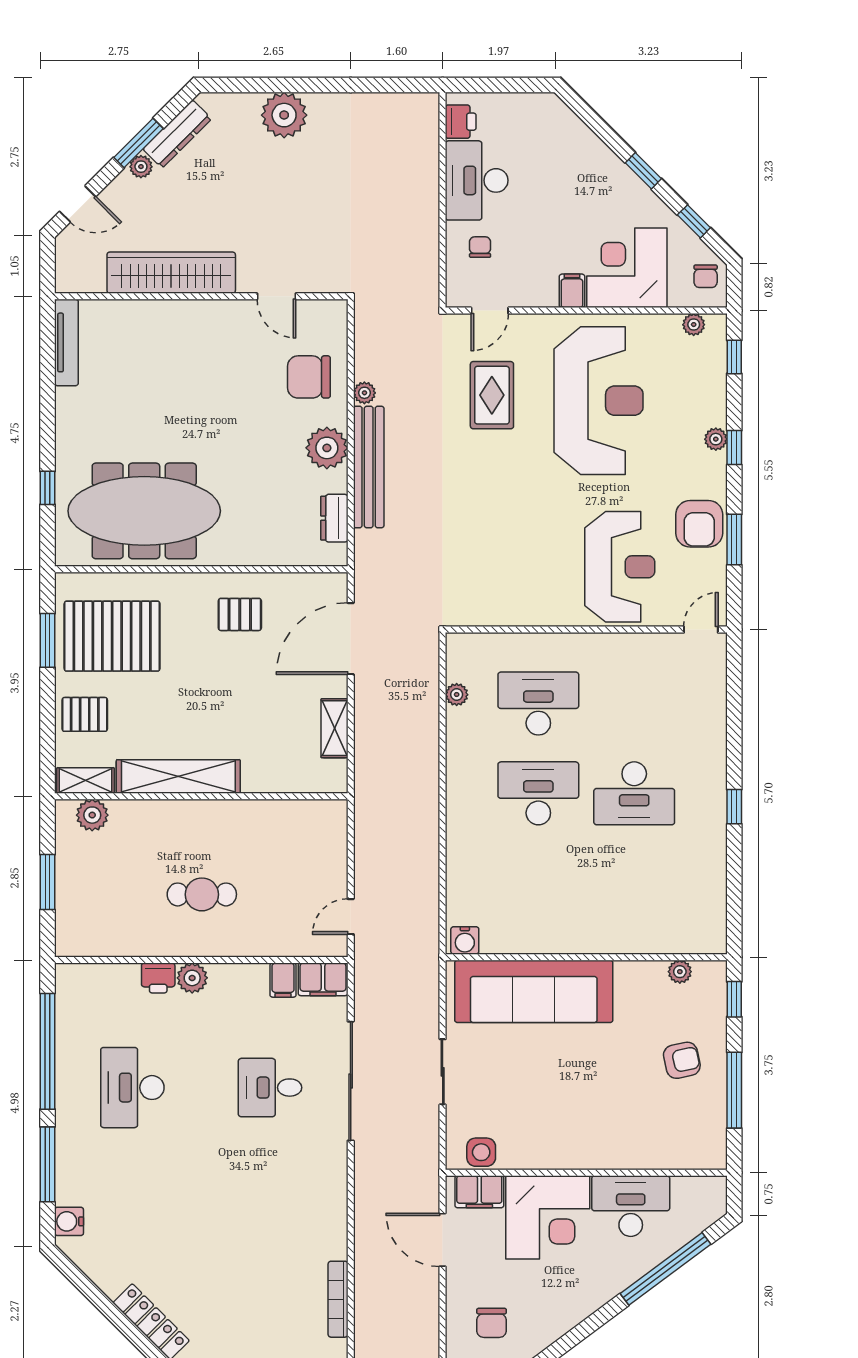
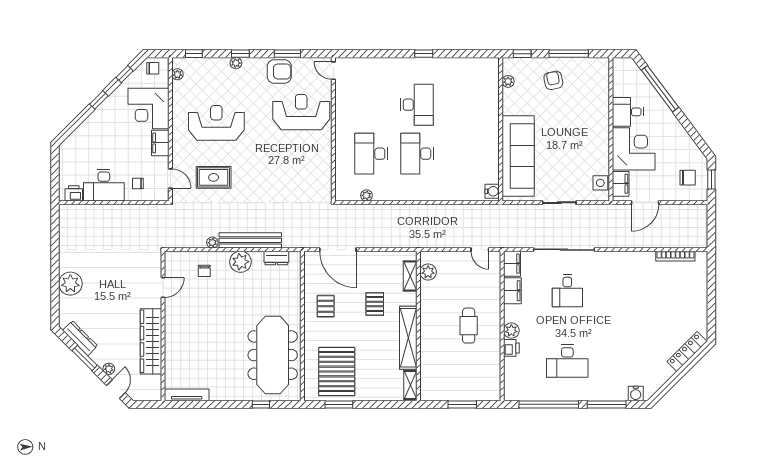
plant: (141, 167) -> (109, 369), moved
filing cabinet: (572, 291) -> (160, 143), width x2.00
chair: (309, 377) -> (204, 271), width x0.54, depth x0.54
reception desk: (599, 401) -> (216, 123), width x0.74, depth x0.77
pallet: (85, 714) -> (375, 304), moved
shelving: (334, 728) -> (410, 276), moved, turned 90
plant: (92, 815) -> (428, 272), moved
filing cabinet: (283, 980) -> (512, 291), width x2.00
desk: (631, 1206) -> (628, 112), width x0.73

